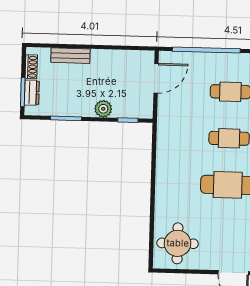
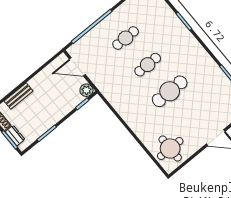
door: (156, 78) -> (77, 67), swing flipped
plant: (103, 109) -> (86, 90), moved

